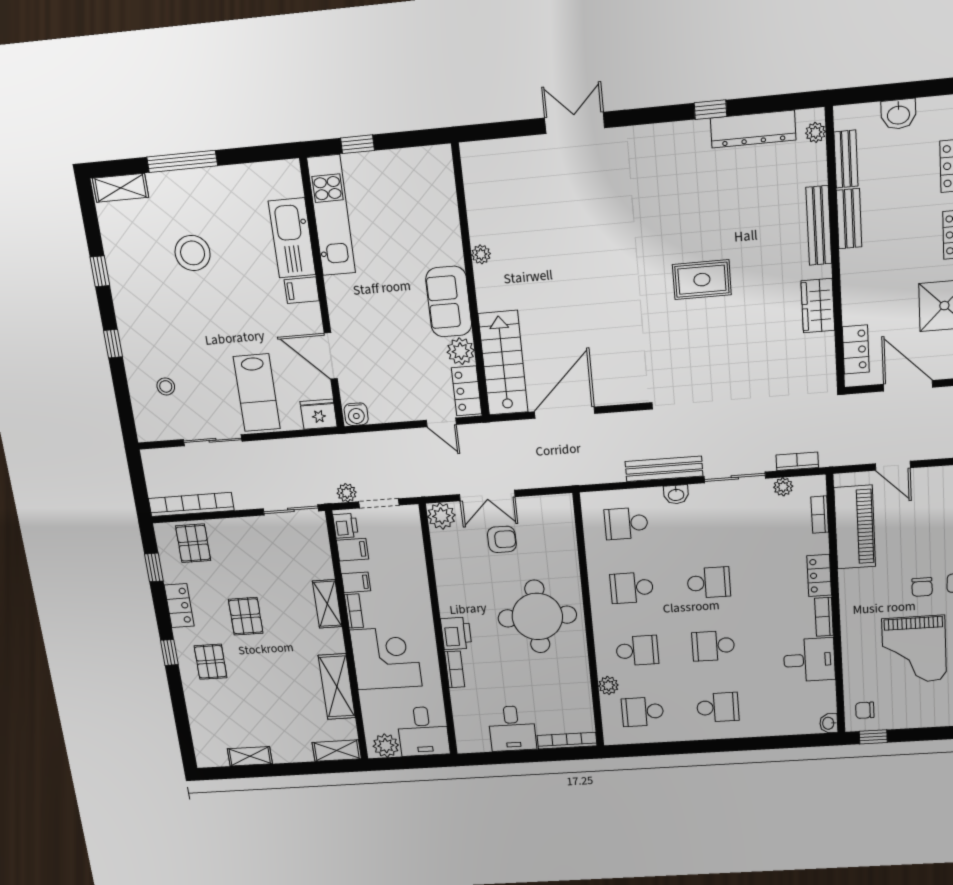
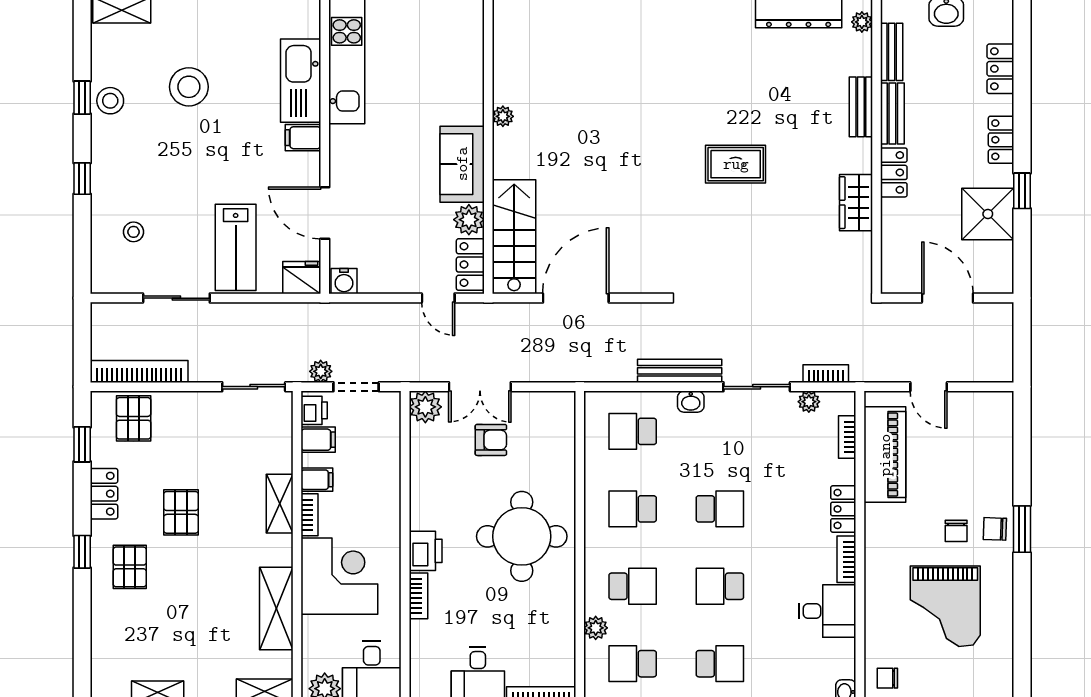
bench: (819, 226) -> (861, 107), width x0.73
stool: (125, 272) -> (110, 101), added
locker: (856, 350) -> (894, 172), moved

